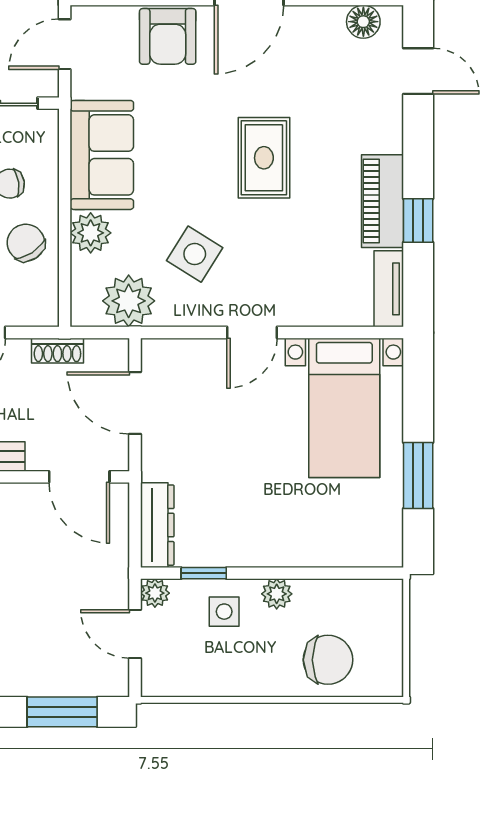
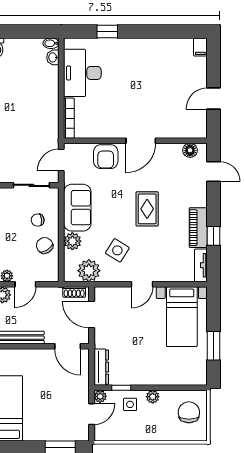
shoe rack: (57, 351) -> (74, 292), moved
door: (135, 634) -> (92, 414), swing flipped
chair: (328, 660) -> (189, 412), moved, turned -90

